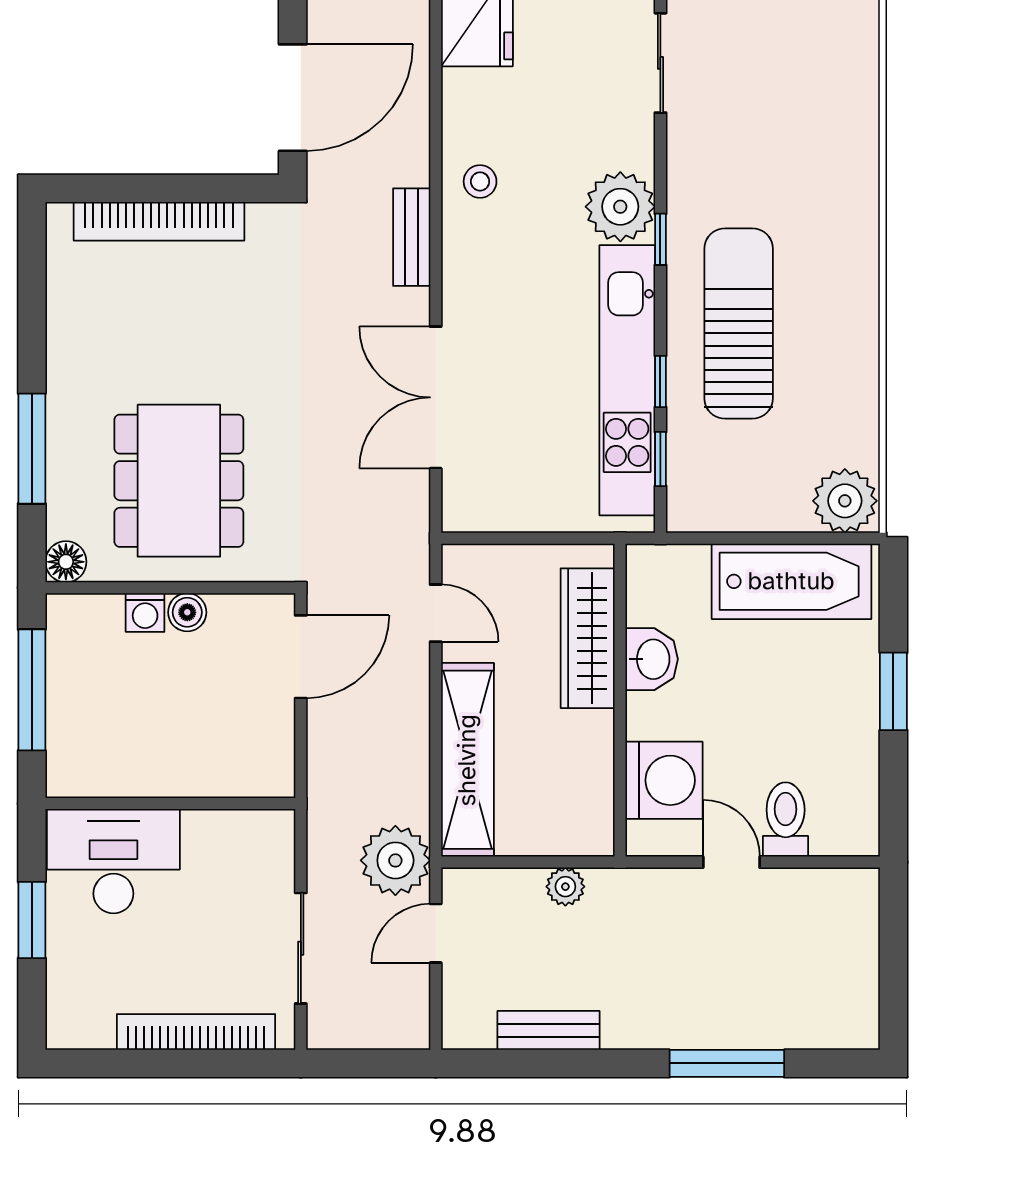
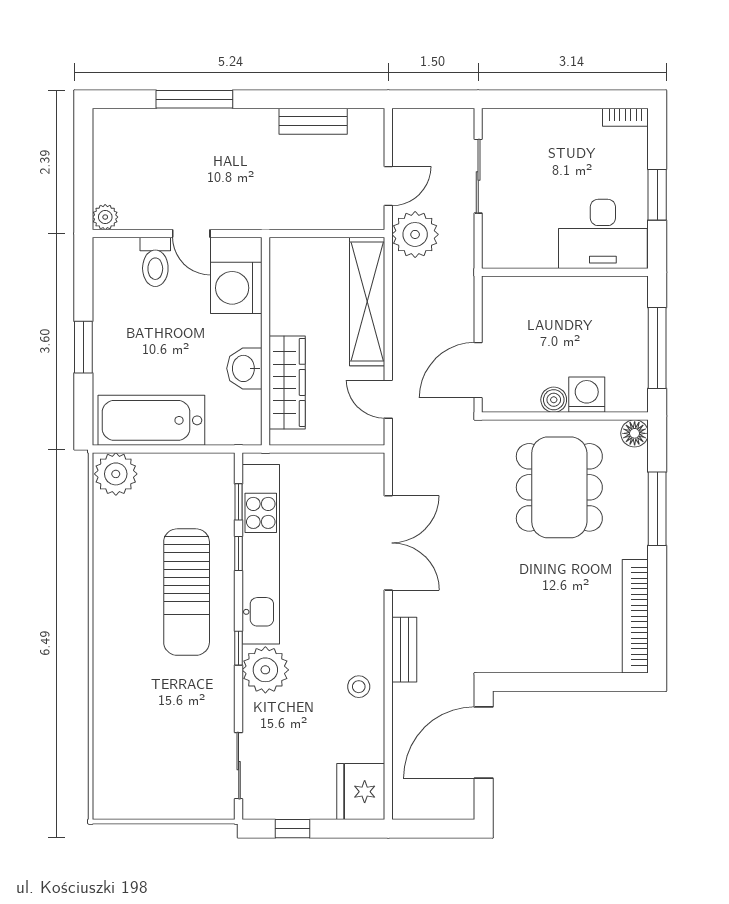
bookcase: (159, 221) -> (635, 616), moved, turned -90
washing machine: (145, 613) -> (587, 395), width x1.38, depth x1.38
plant: (565, 887) -> (105, 217), moved
bookcase: (196, 1032) -> (625, 117), moved, width x0.43, depth x0.76

